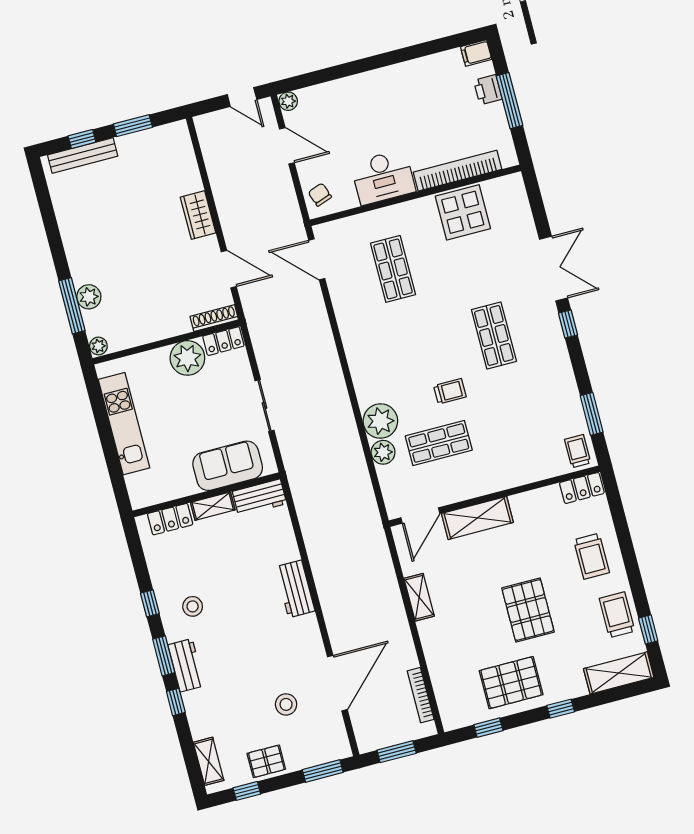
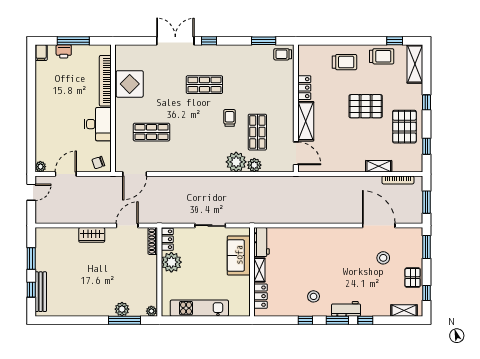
locker: (582, 488) -> (304, 88), moved
workbench: (295, 589) -> (319, 235), removed
shelving: (419, 597) -> (379, 166), moved
trolley: (617, 615) -> (382, 56), turned 180

